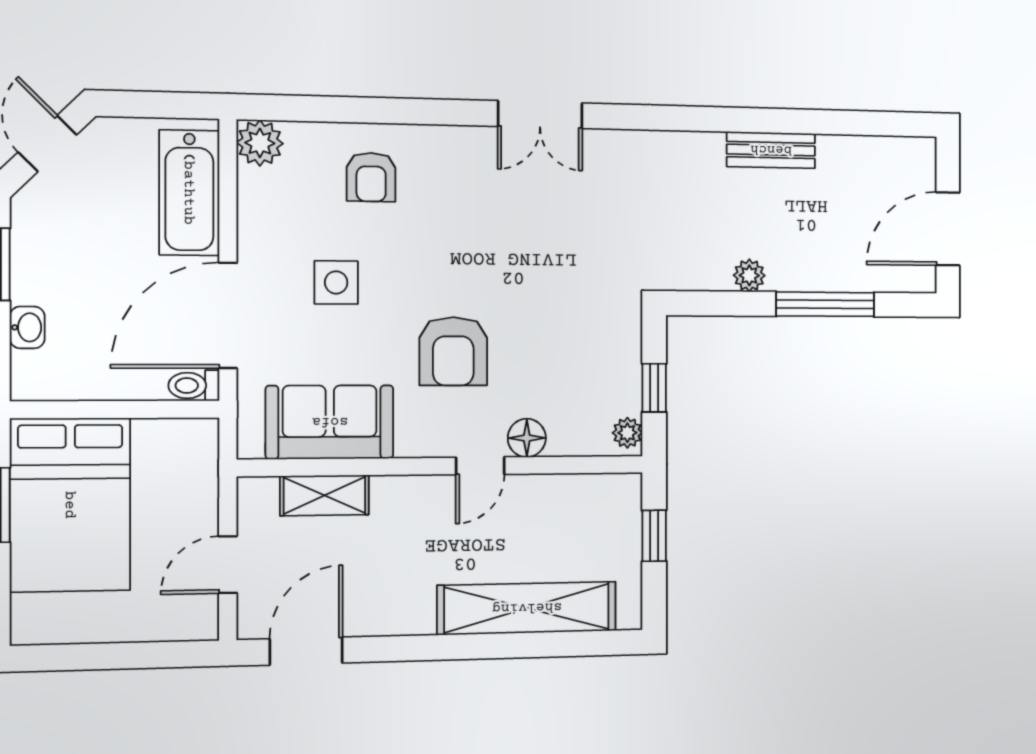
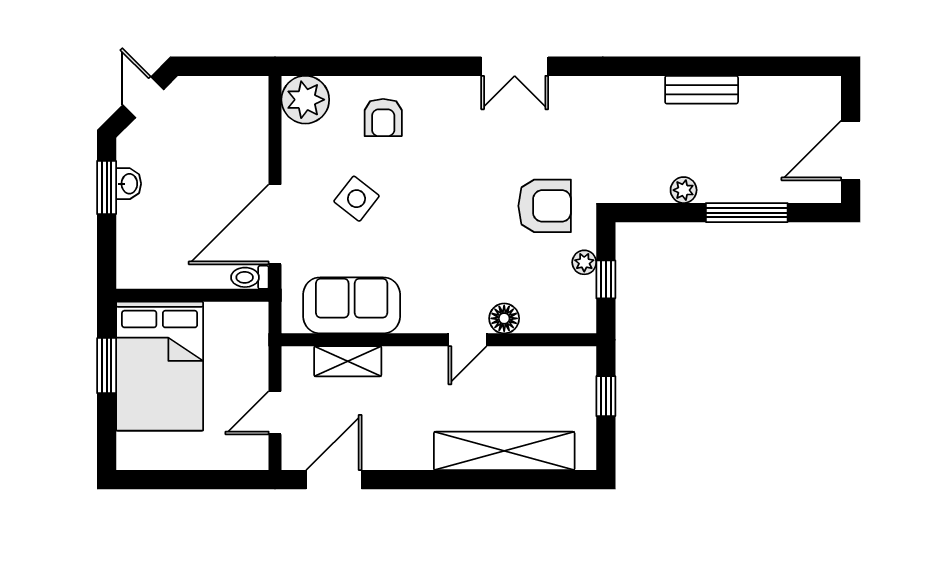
plant: (260, 143) -> (305, 100), width x1.36, depth x1.36
bathtub: (189, 193) -> (247, 132), removed
side table: (336, 282) -> (357, 199), turned 38
washbasin: (27, 327) -> (129, 184), moved
armchair: (453, 351) -> (545, 206), moved, turned -90
plant: (627, 433) -> (584, 262), moved

